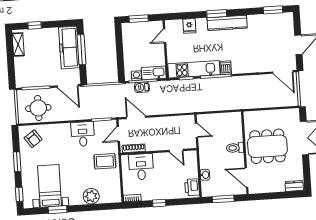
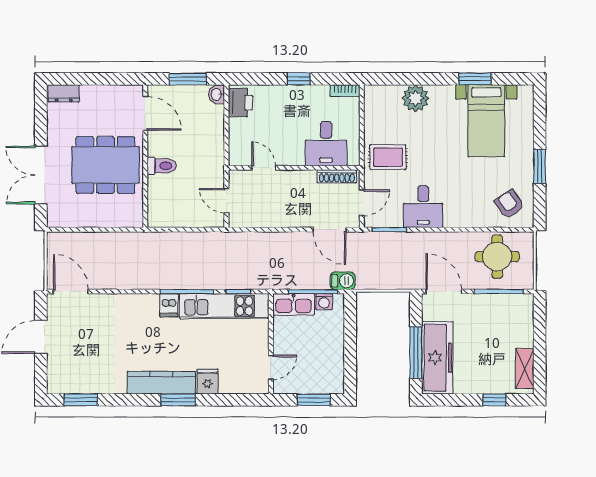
fridge: (189, 26) -> (207, 382), moved
barbecue: (142, 87) -> (343, 281), moved
washbasin: (205, 175) -> (217, 94), moved
window: (19, 194) -> (540, 110), removed

